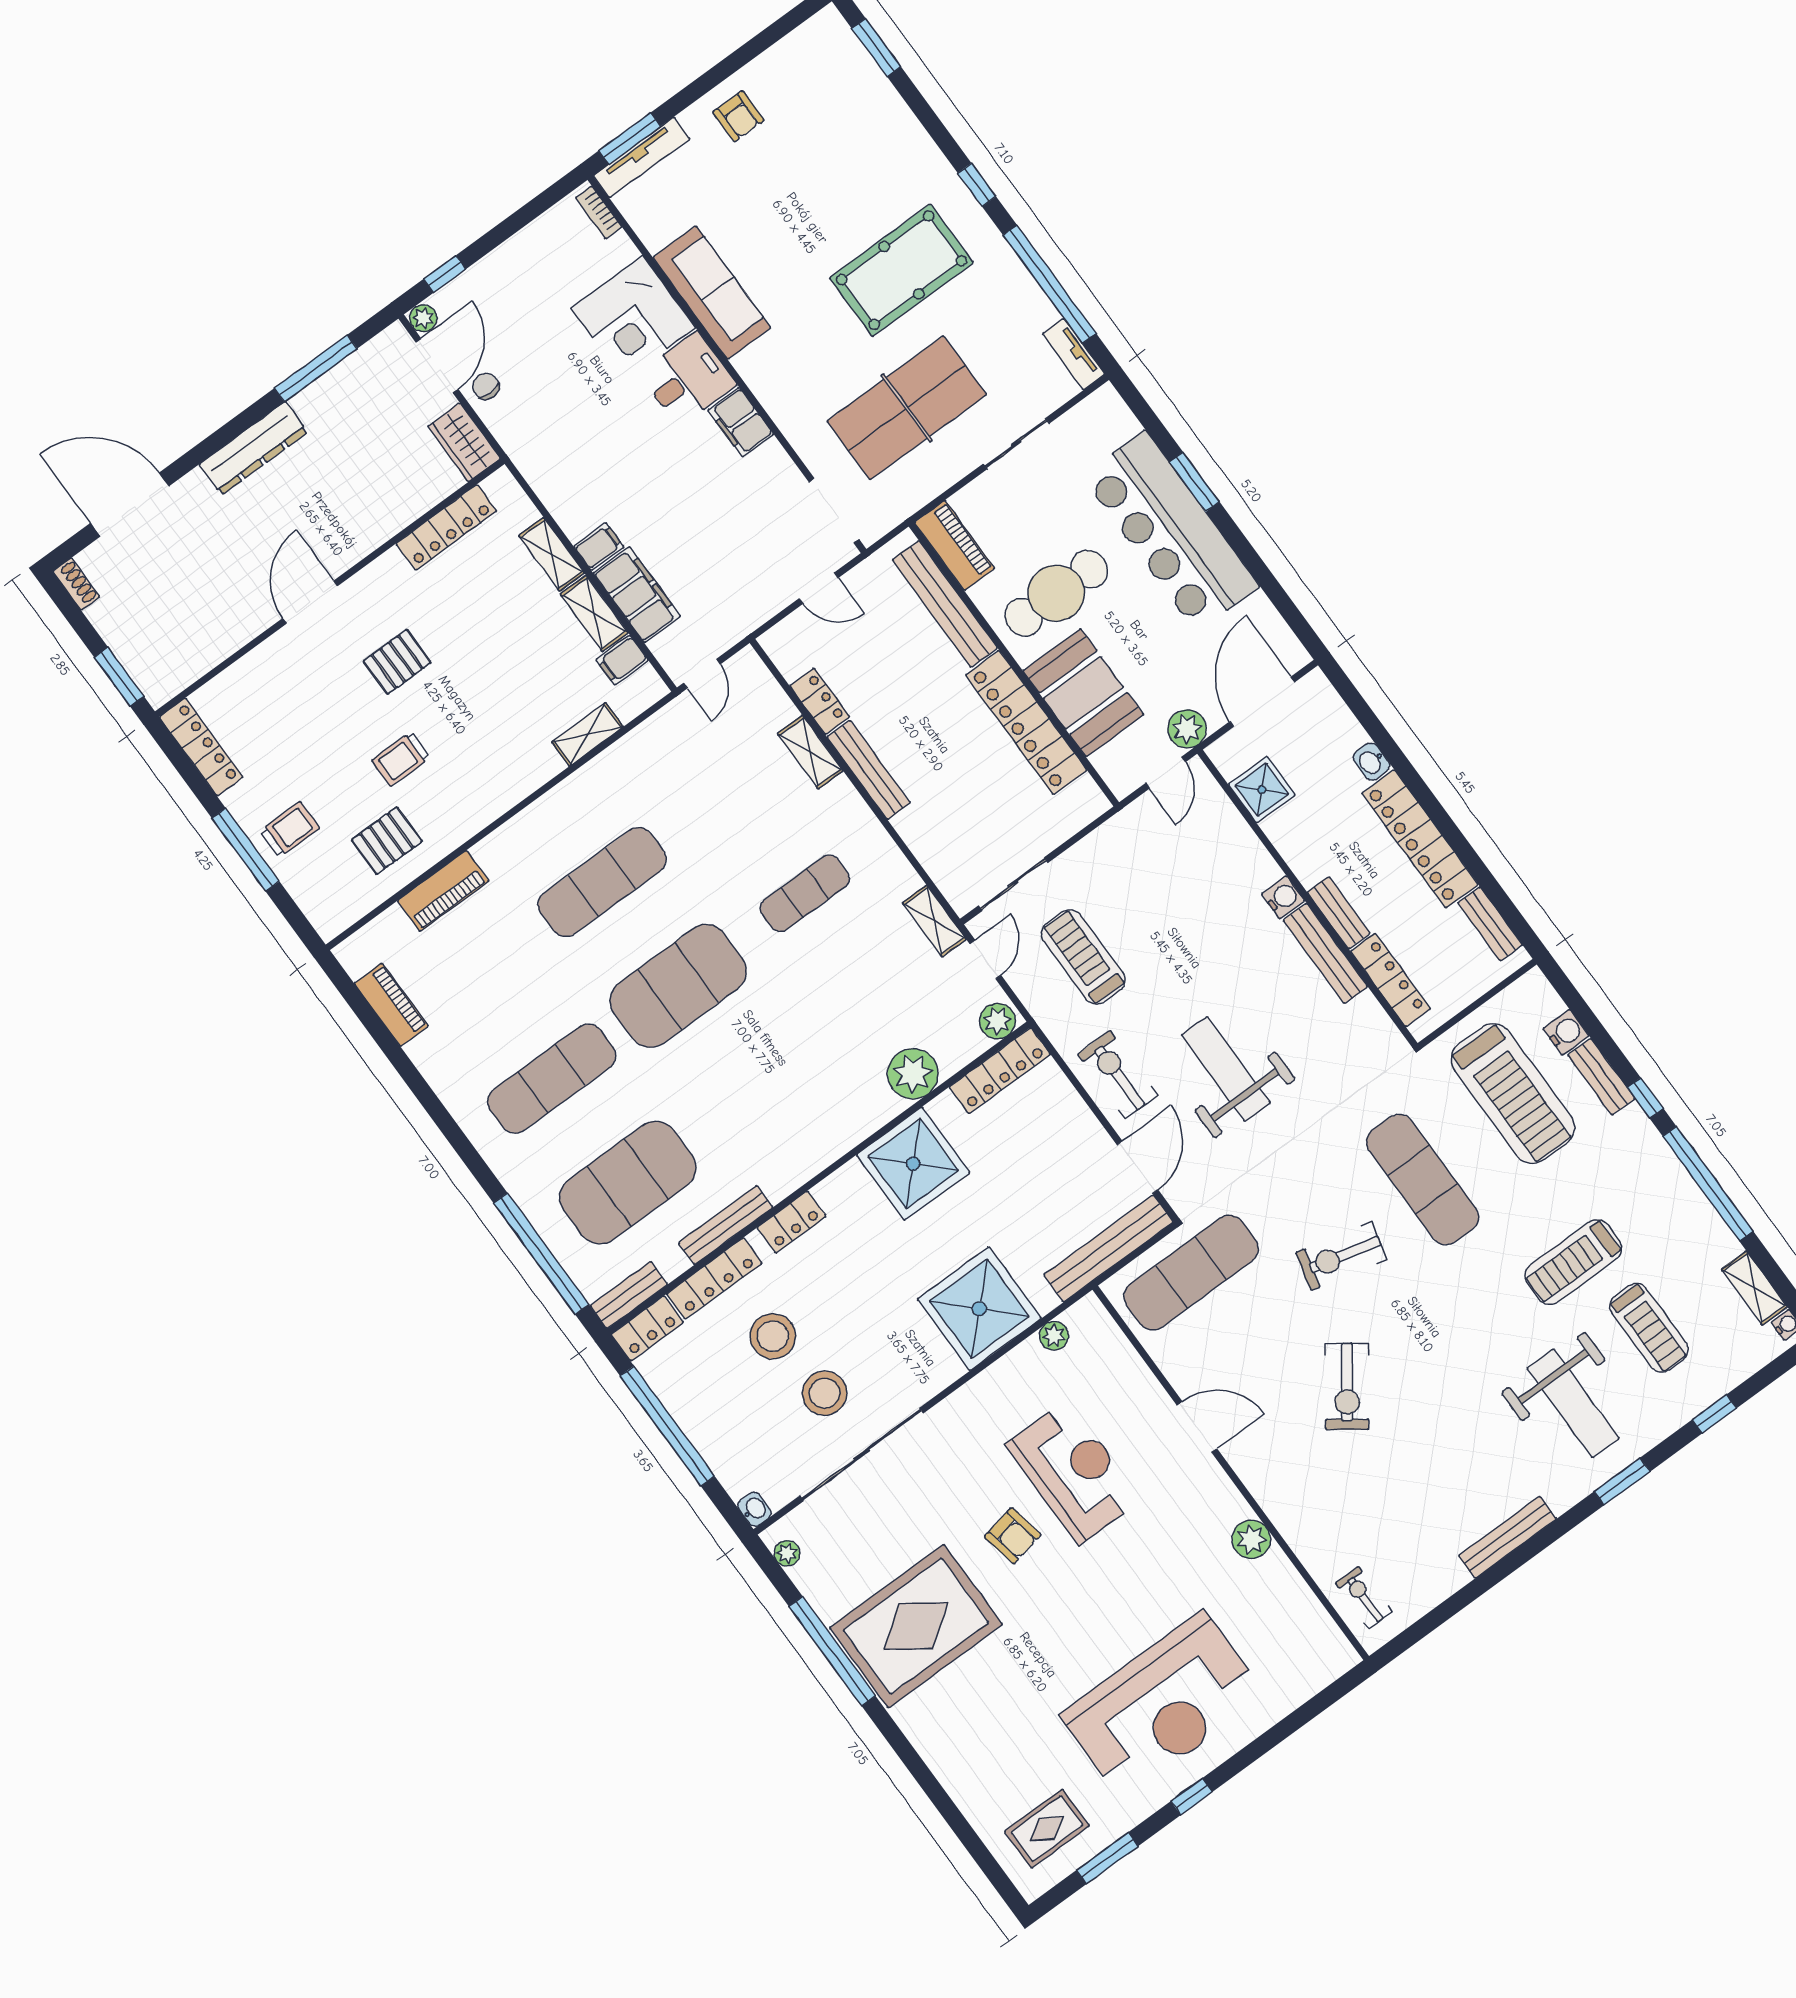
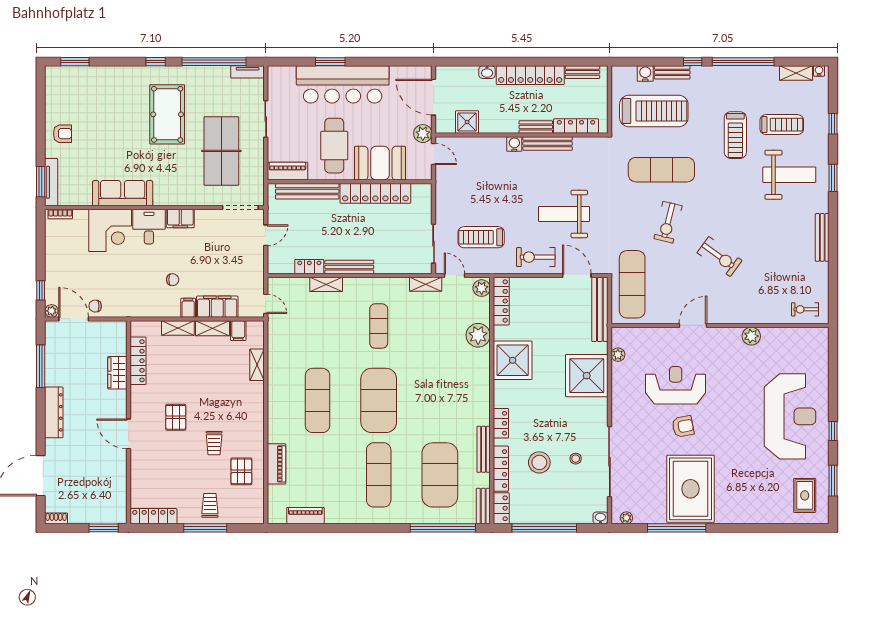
wardrobe: (464, 442) -> (117, 373), moved, turned 90
chair: (627, 485) -> (173, 280), added
stool: (824, 1393) -> (576, 459), width x0.53, depth x0.53

